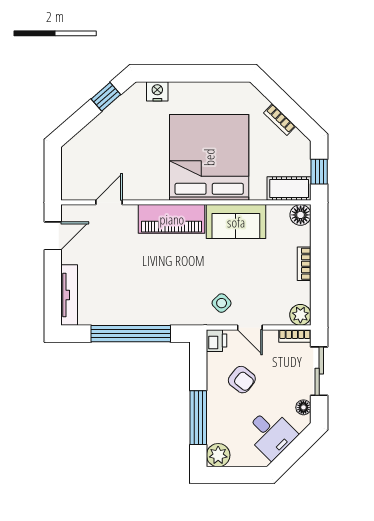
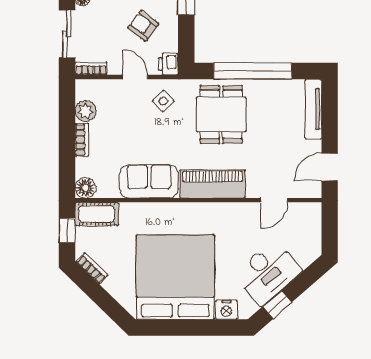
bookcase: (280, 120) -> (92, 268), moved
desk: (115, 129) -> (268, 273), added
bed: (209, 157) -> (175, 277), moved, turned 180
dining table: (163, 289) -> (221, 114), added
plant: (300, 315) -> (86, 111), moved

